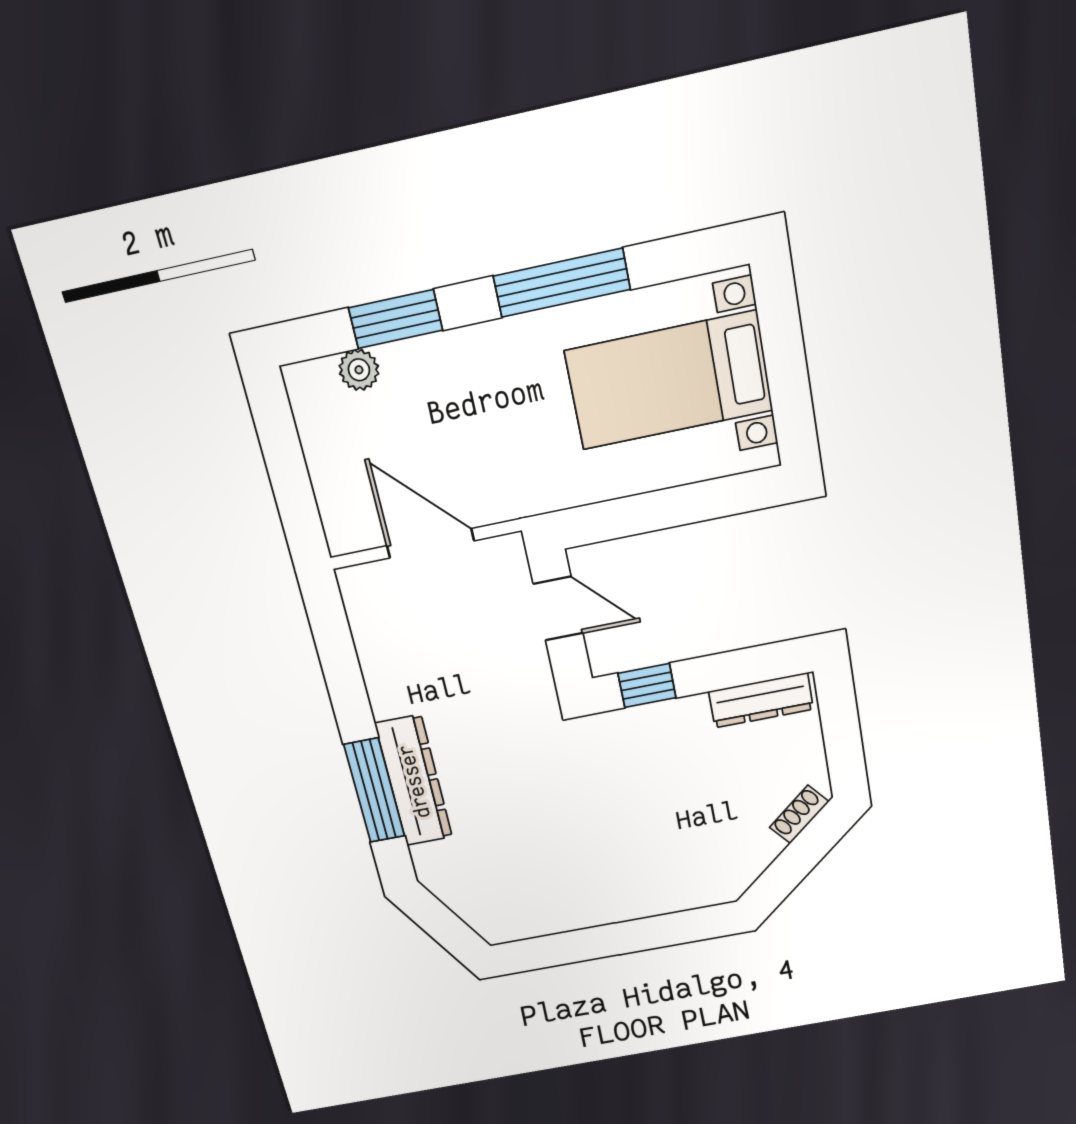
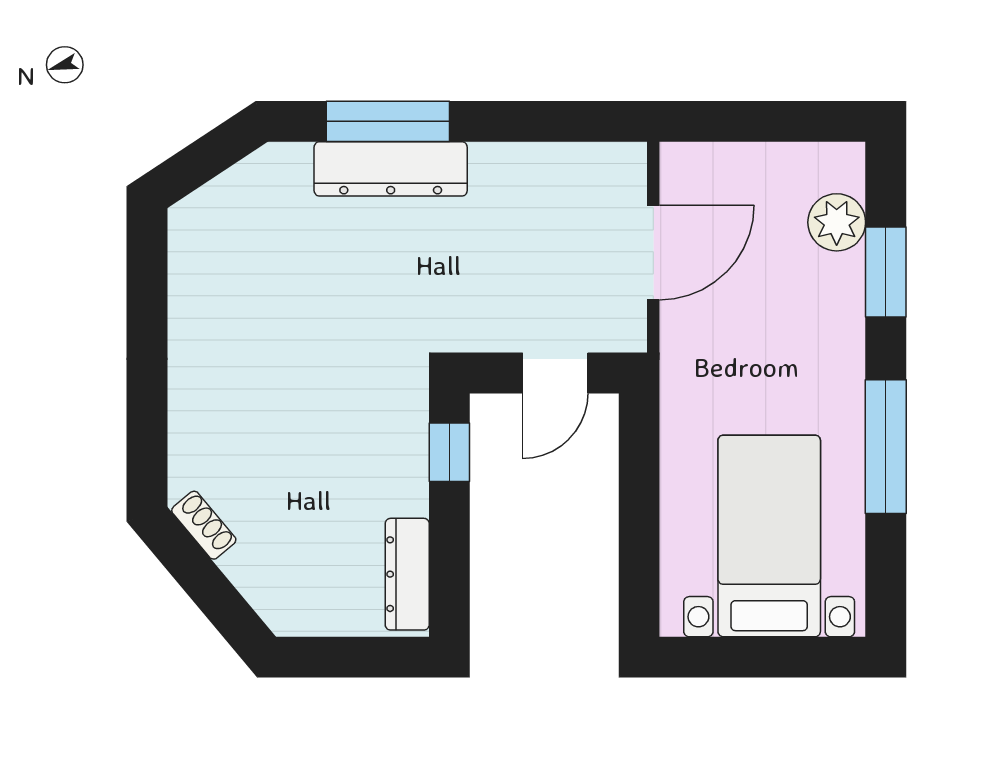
plant: (359, 370) -> (837, 222), width x1.38, depth x1.38
shoe rack: (799, 814) -> (204, 525), moved

